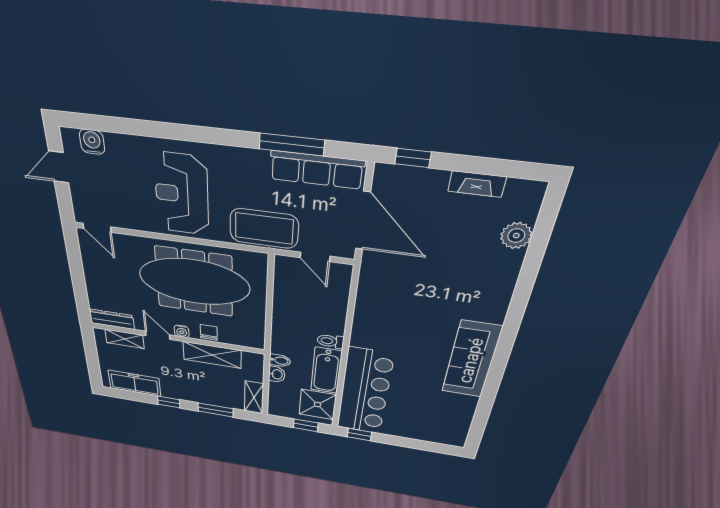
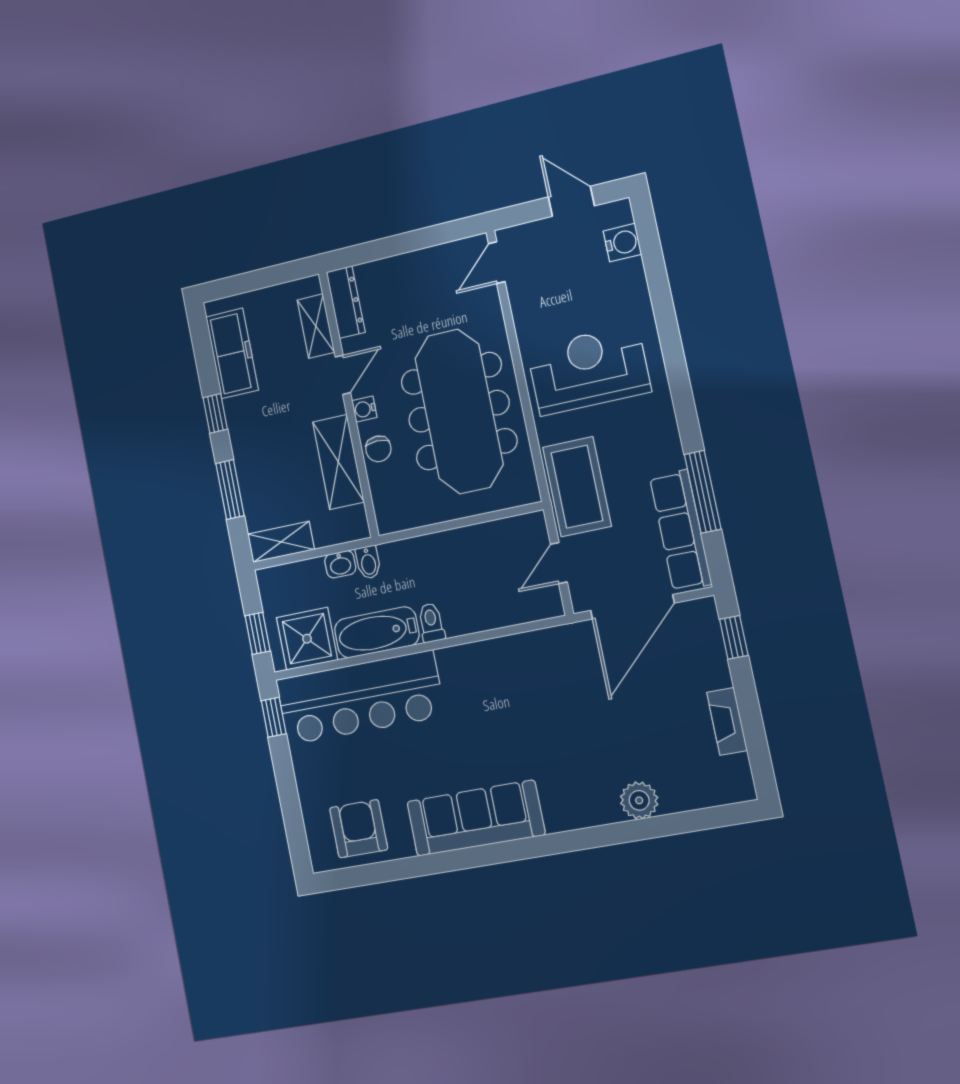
plant: (516, 236) -> (639, 800), moved
chair: (209, 332) -> (378, 449), turned 90
armchair: (447, 419) -> (359, 829), added

